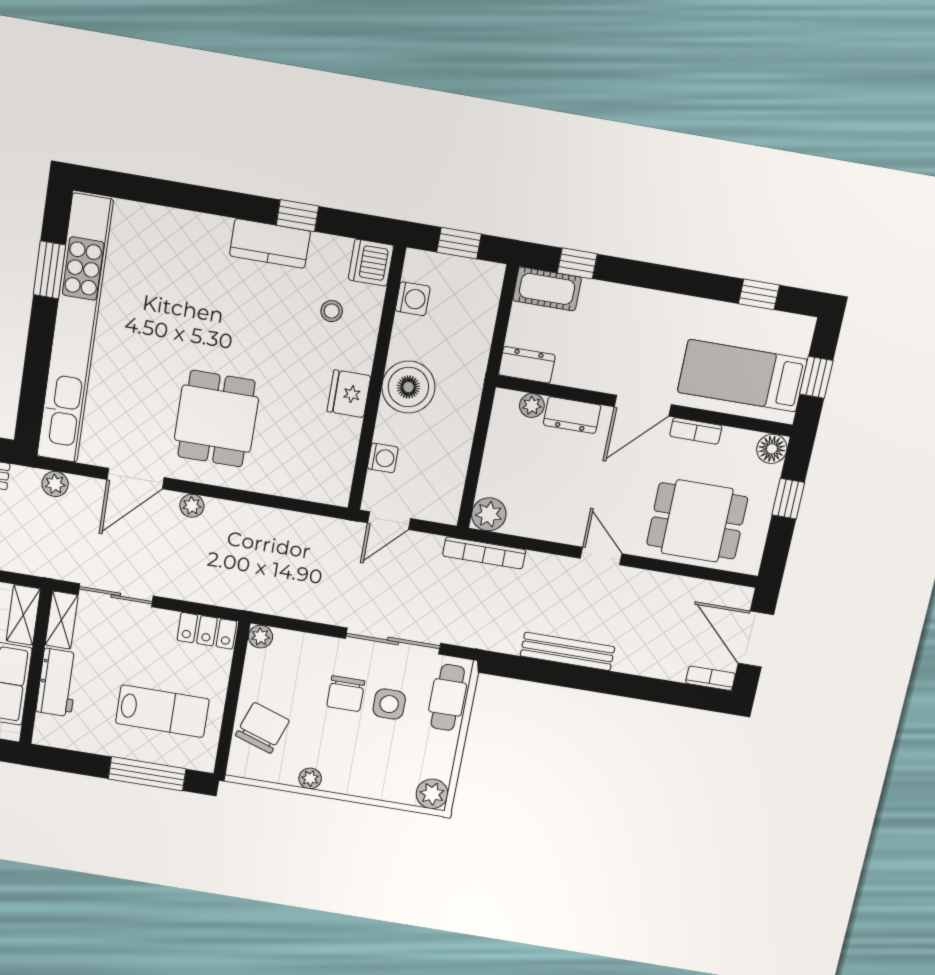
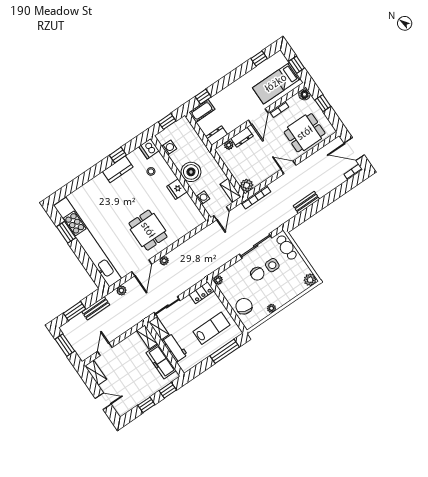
shelving: (449, 495) -> (231, 190), added
bench: (567, 651) -> (306, 202), width x0.73

